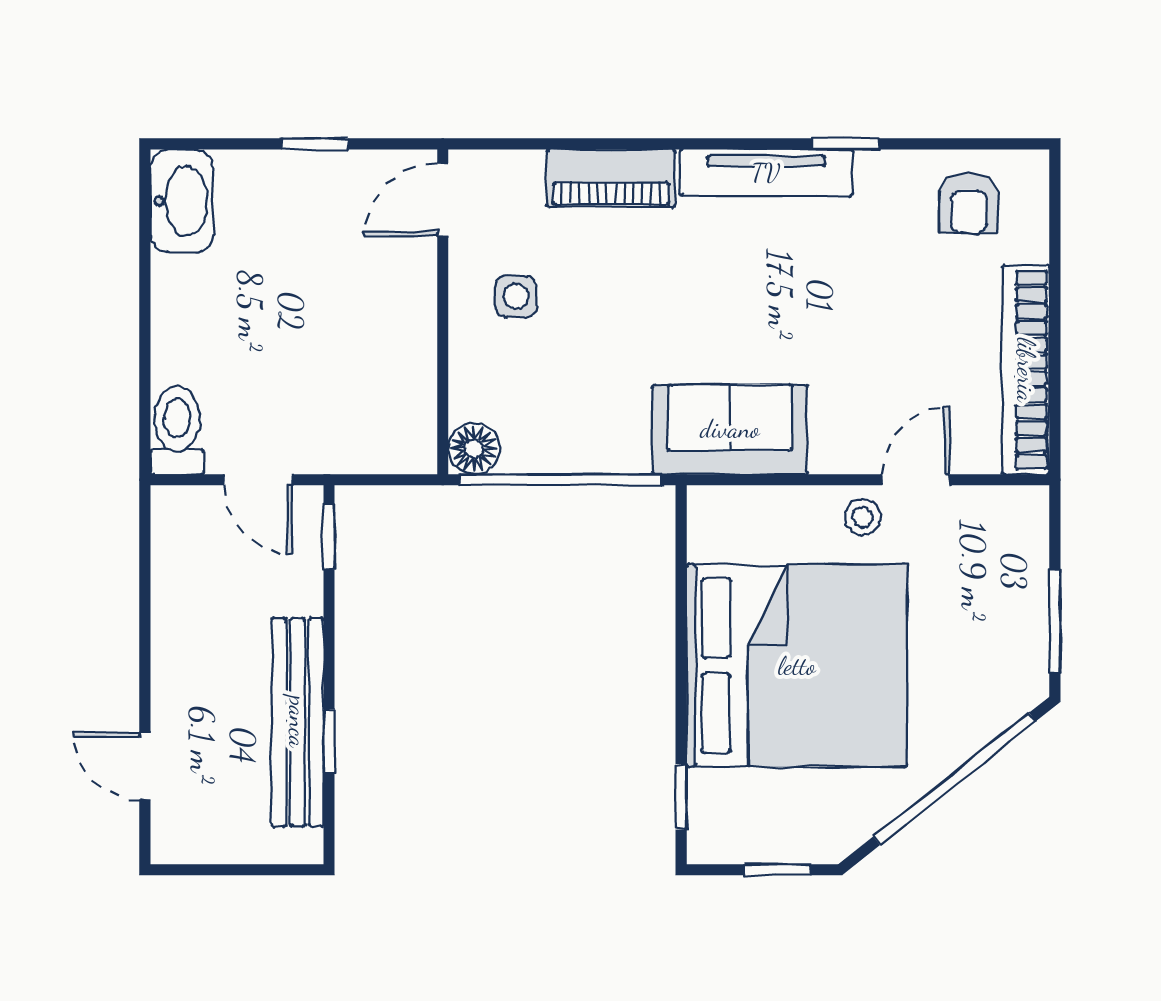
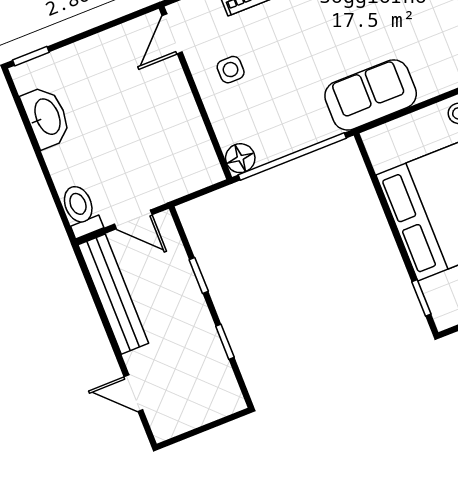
window: (315, 144) -> (31, 56), moved
washbasin: (182, 201) -> (47, 117), moved
window: (329, 537) -> (199, 275), moved
bench: (298, 722) -> (113, 294), moved

